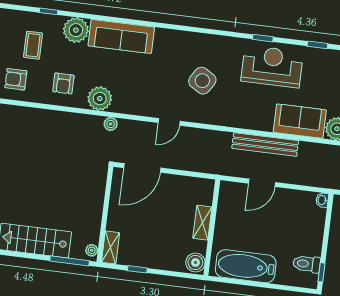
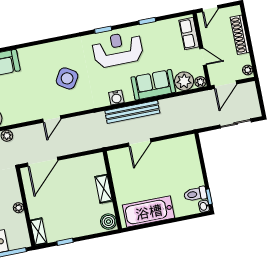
water cooler: (252, 122) -> (116, 97), added
washbasin: (322, 200) -> (204, 206), moved
plant: (92, 250) -> (18, 208), moved

